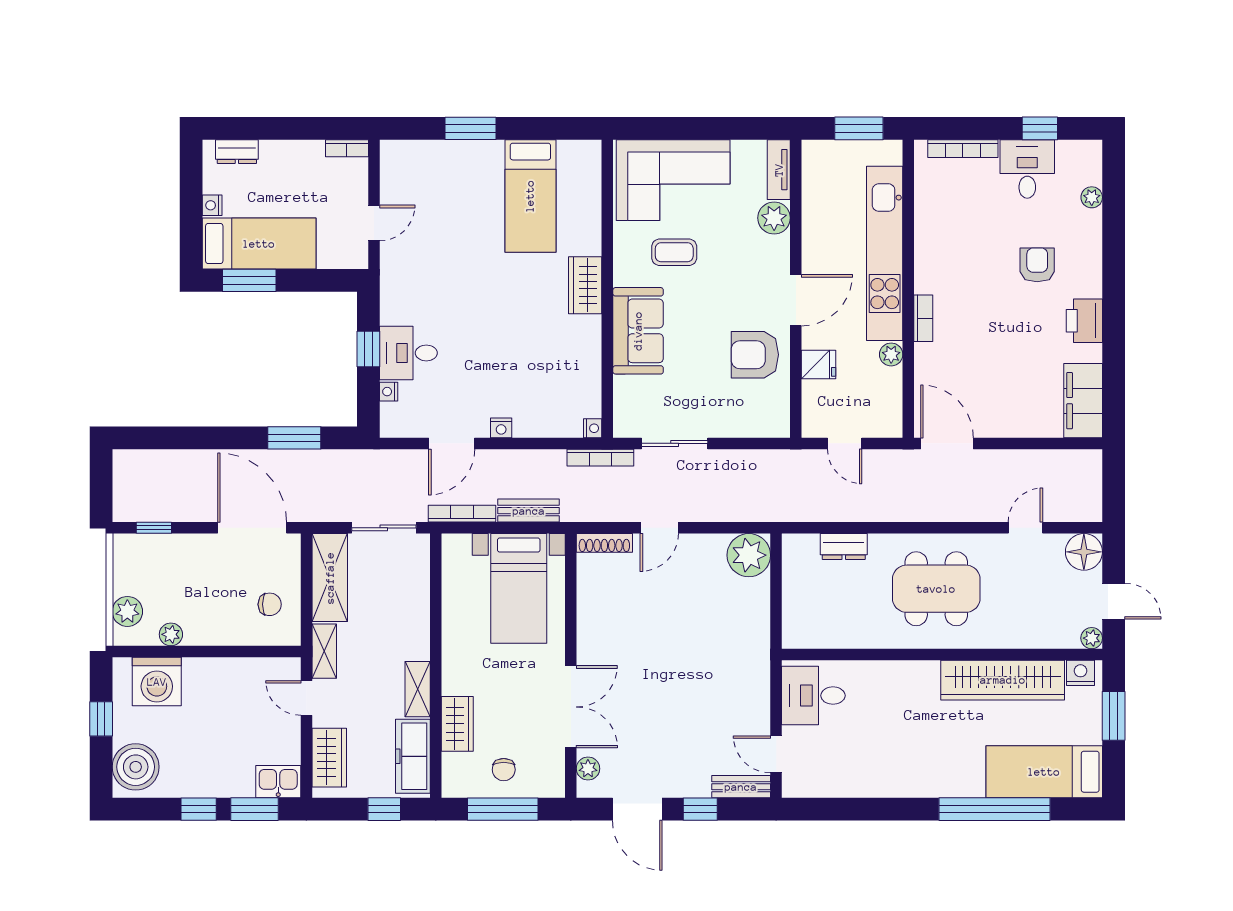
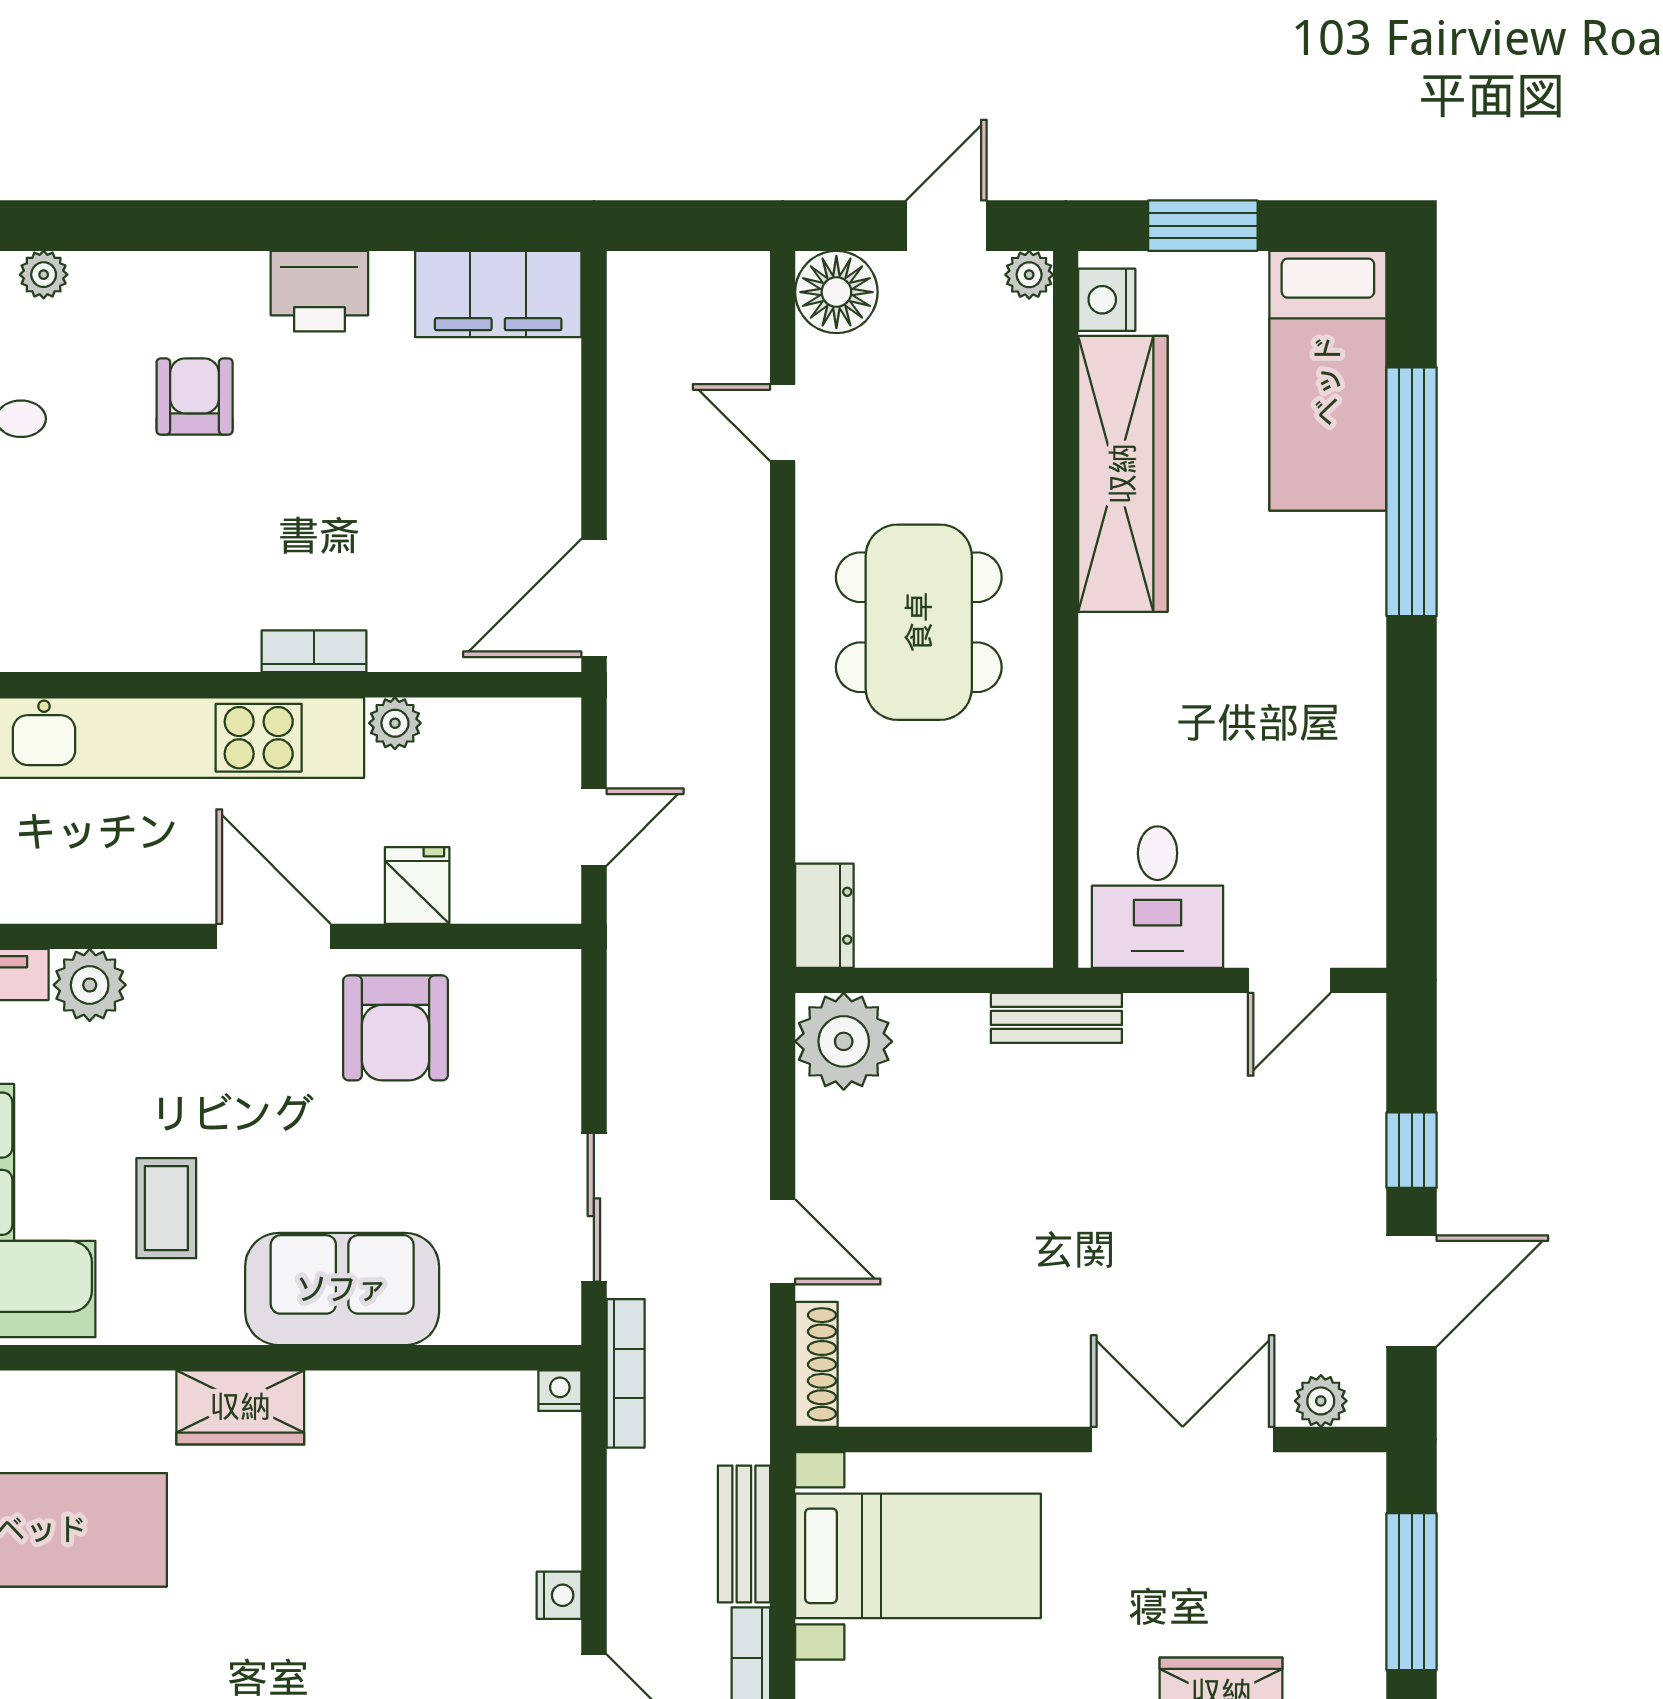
armchair: (1037, 265) -> (195, 397), turned 90
dresser: (844, 547) -> (824, 916), moved
chair: (504, 770) -> (1323, 1589), removed
bench: (741, 787) -> (1056, 1018), moved, turned 90

